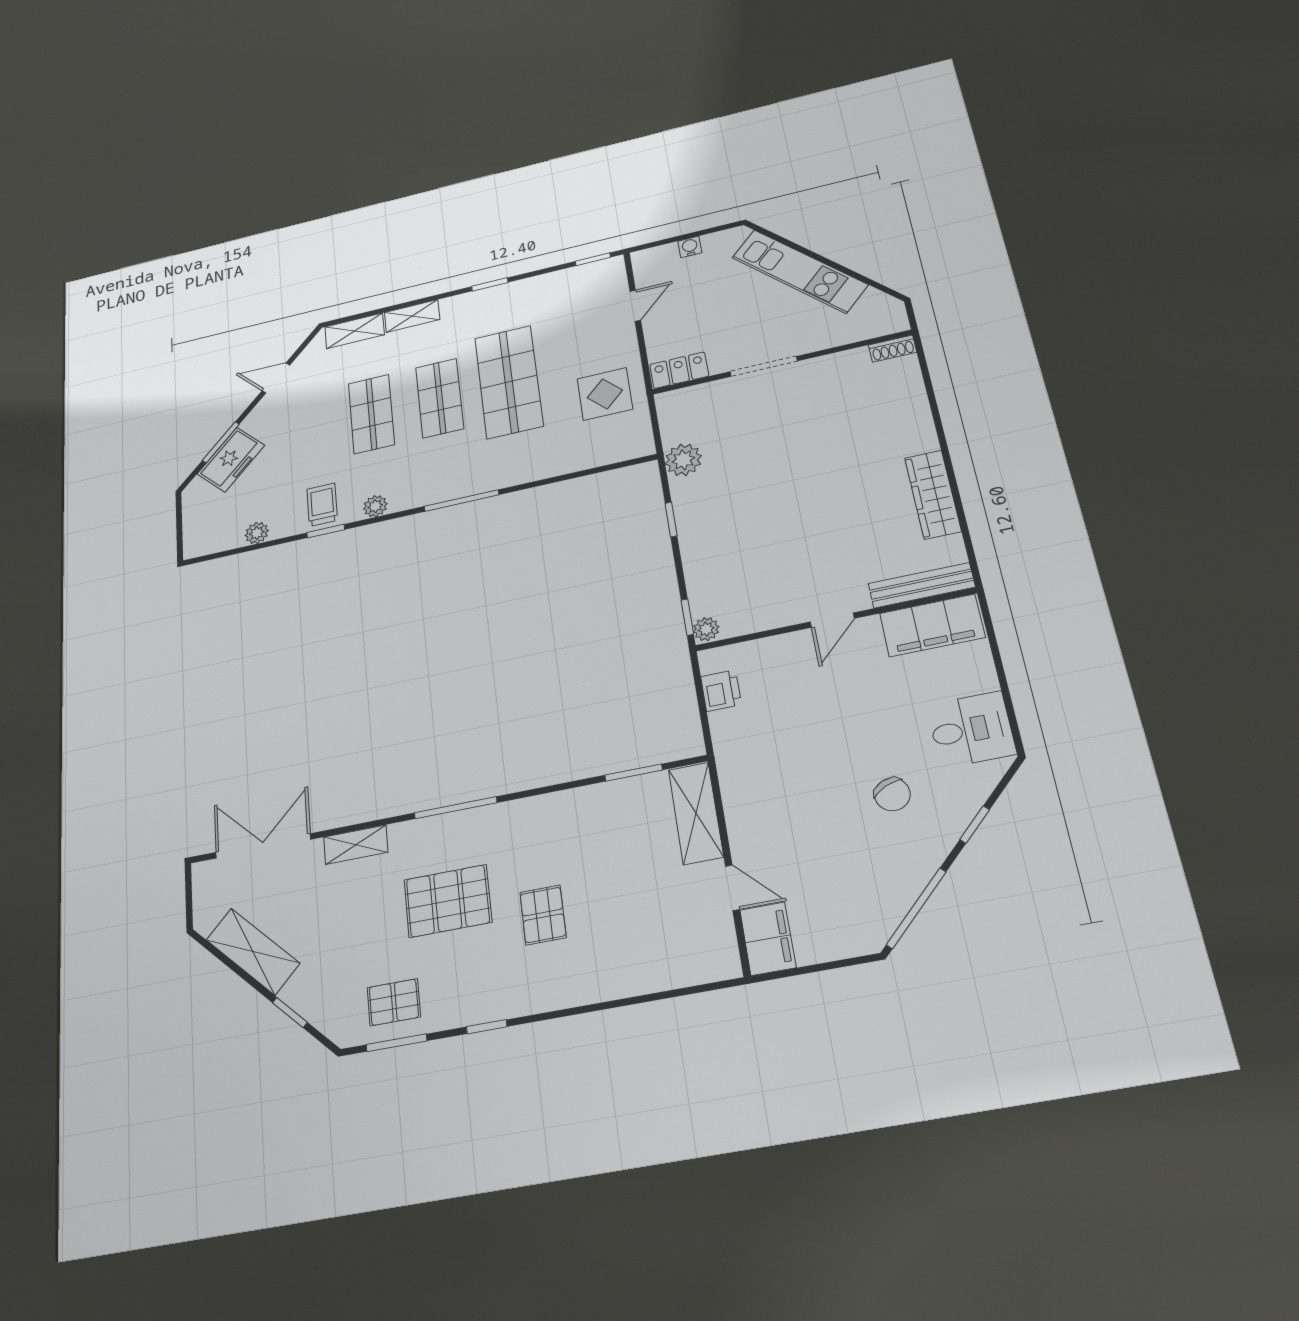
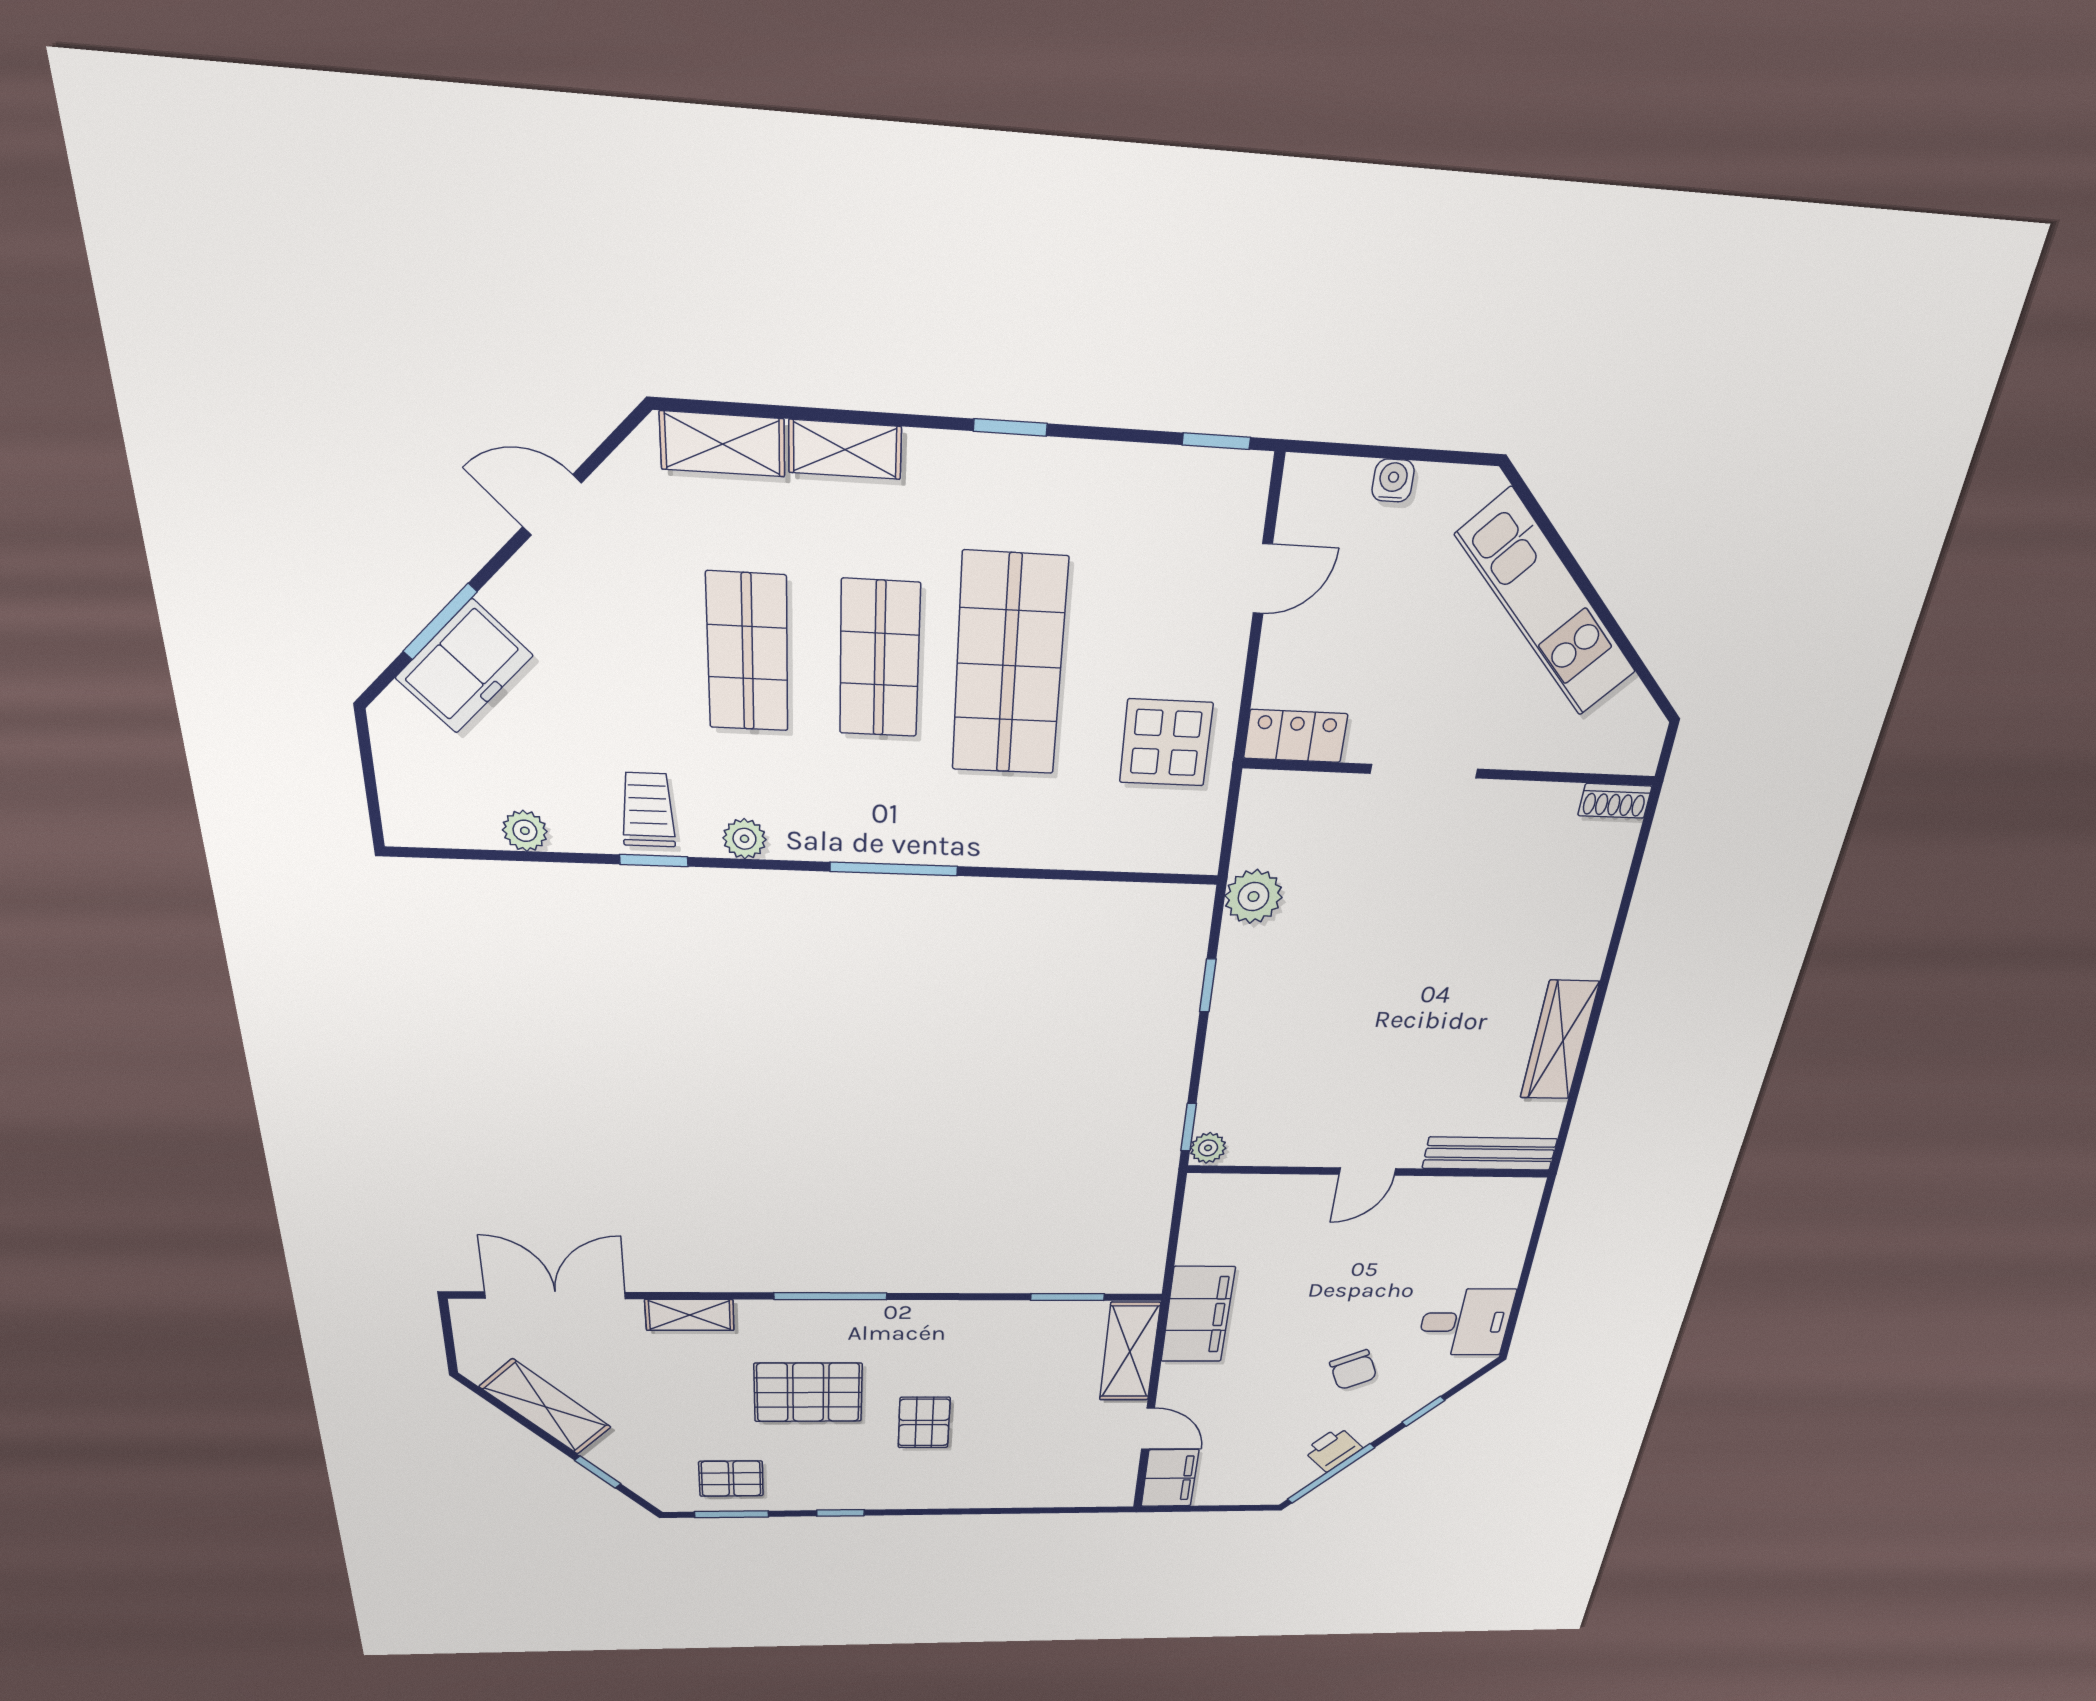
filing cabinet: (932, 625) -> (1198, 1315), moved, turned -90
printer: (721, 691) -> (1333, 1449), moved, turned -135

